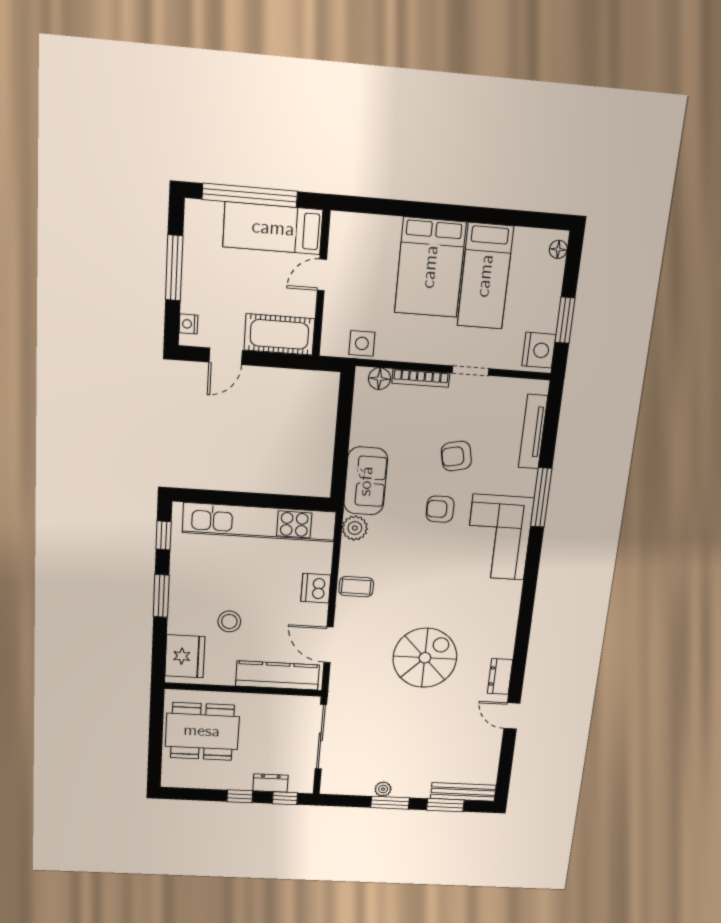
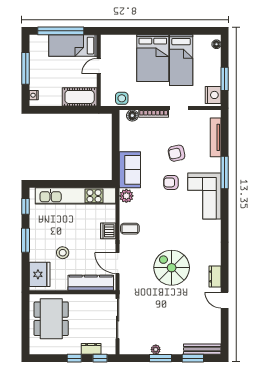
door: (226, 356) -> (53, 110), removed
spiral stairs: (425, 658) -> (172, 268), turned -90
dining table: (202, 731) -> (51, 319), turned 90

